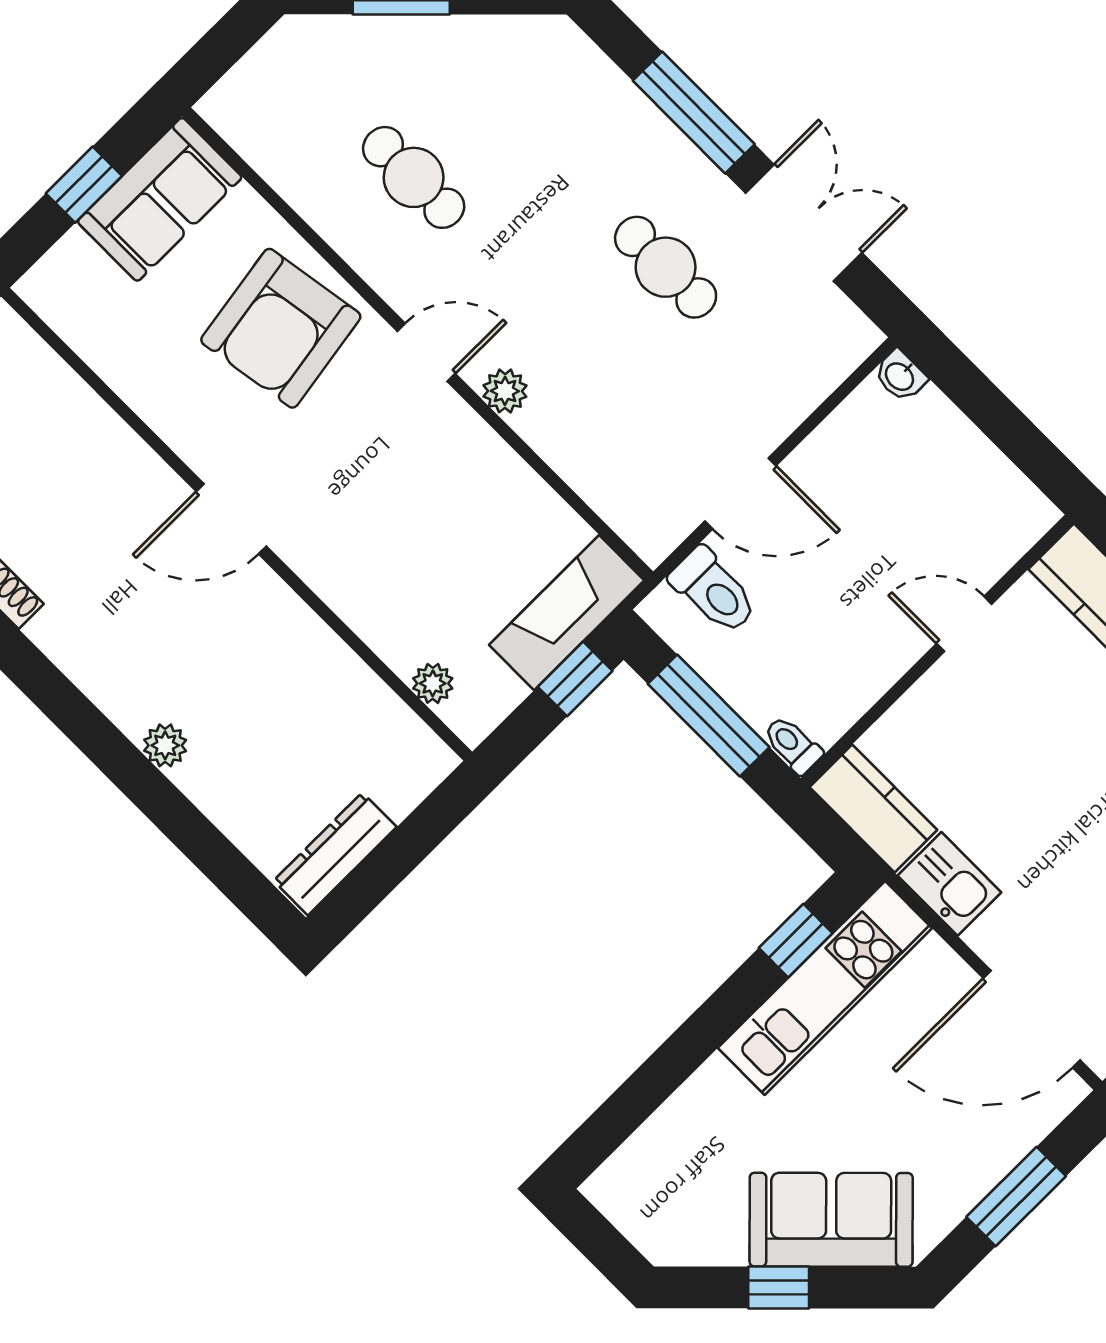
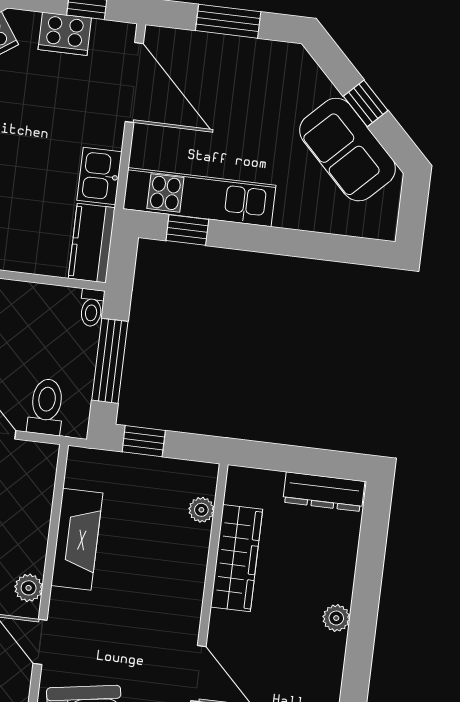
fireplace: (567, 613) -> (77, 539), moved, turned -90
wardrobe: (338, 680) -> (236, 558), added
sofa: (831, 1220) -> (348, 150), moved

